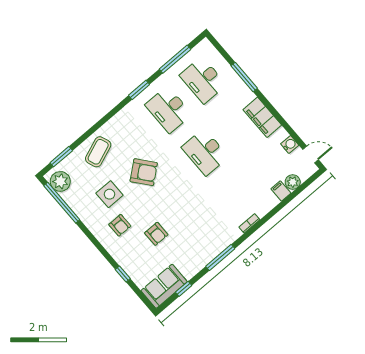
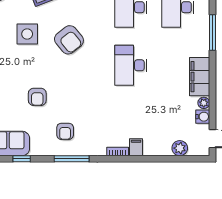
plant: (282, 134) -> (204, 103), added
filing cabinet: (281, 191) -> (136, 147), moved
armchair: (120, 225) -> (65, 131), moved

